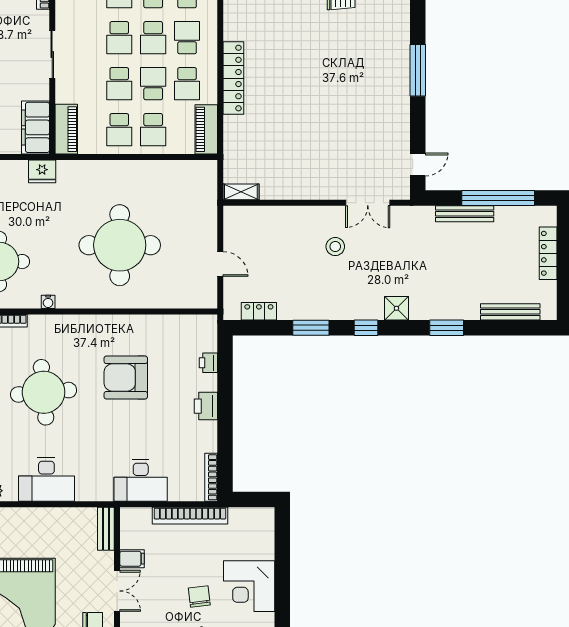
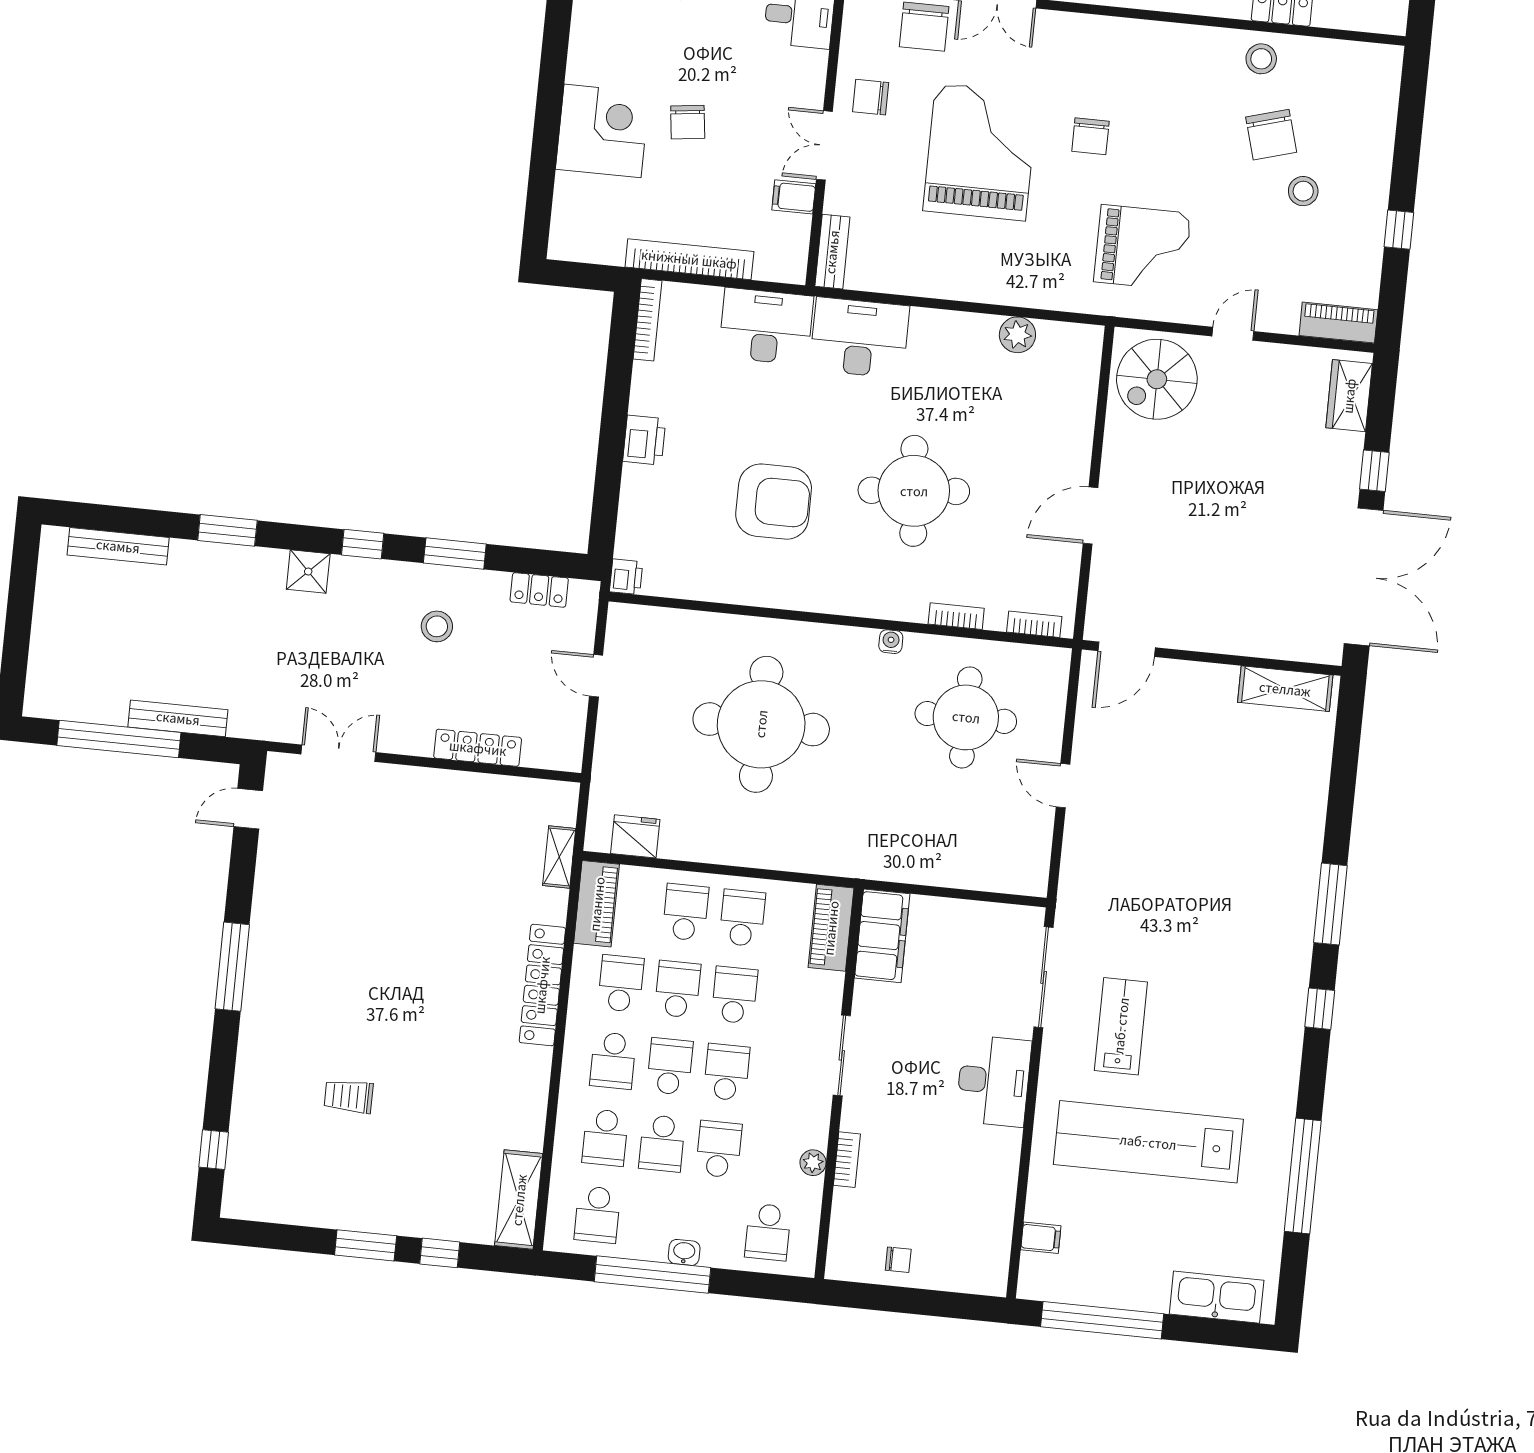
school desk: (153, 84) -> (678, 989), turned 180
fridge: (42, 171) -> (635, 836), moved
shelving: (241, 192) -> (559, 857), moved, turned 90
stool: (335, 247) -> (437, 626), moved
locker: (548, 253) -> (478, 748), moved, turned -90
printer: (208, 363) -> (626, 577), moved
desk: (46, 479) -> (860, 338), moved

